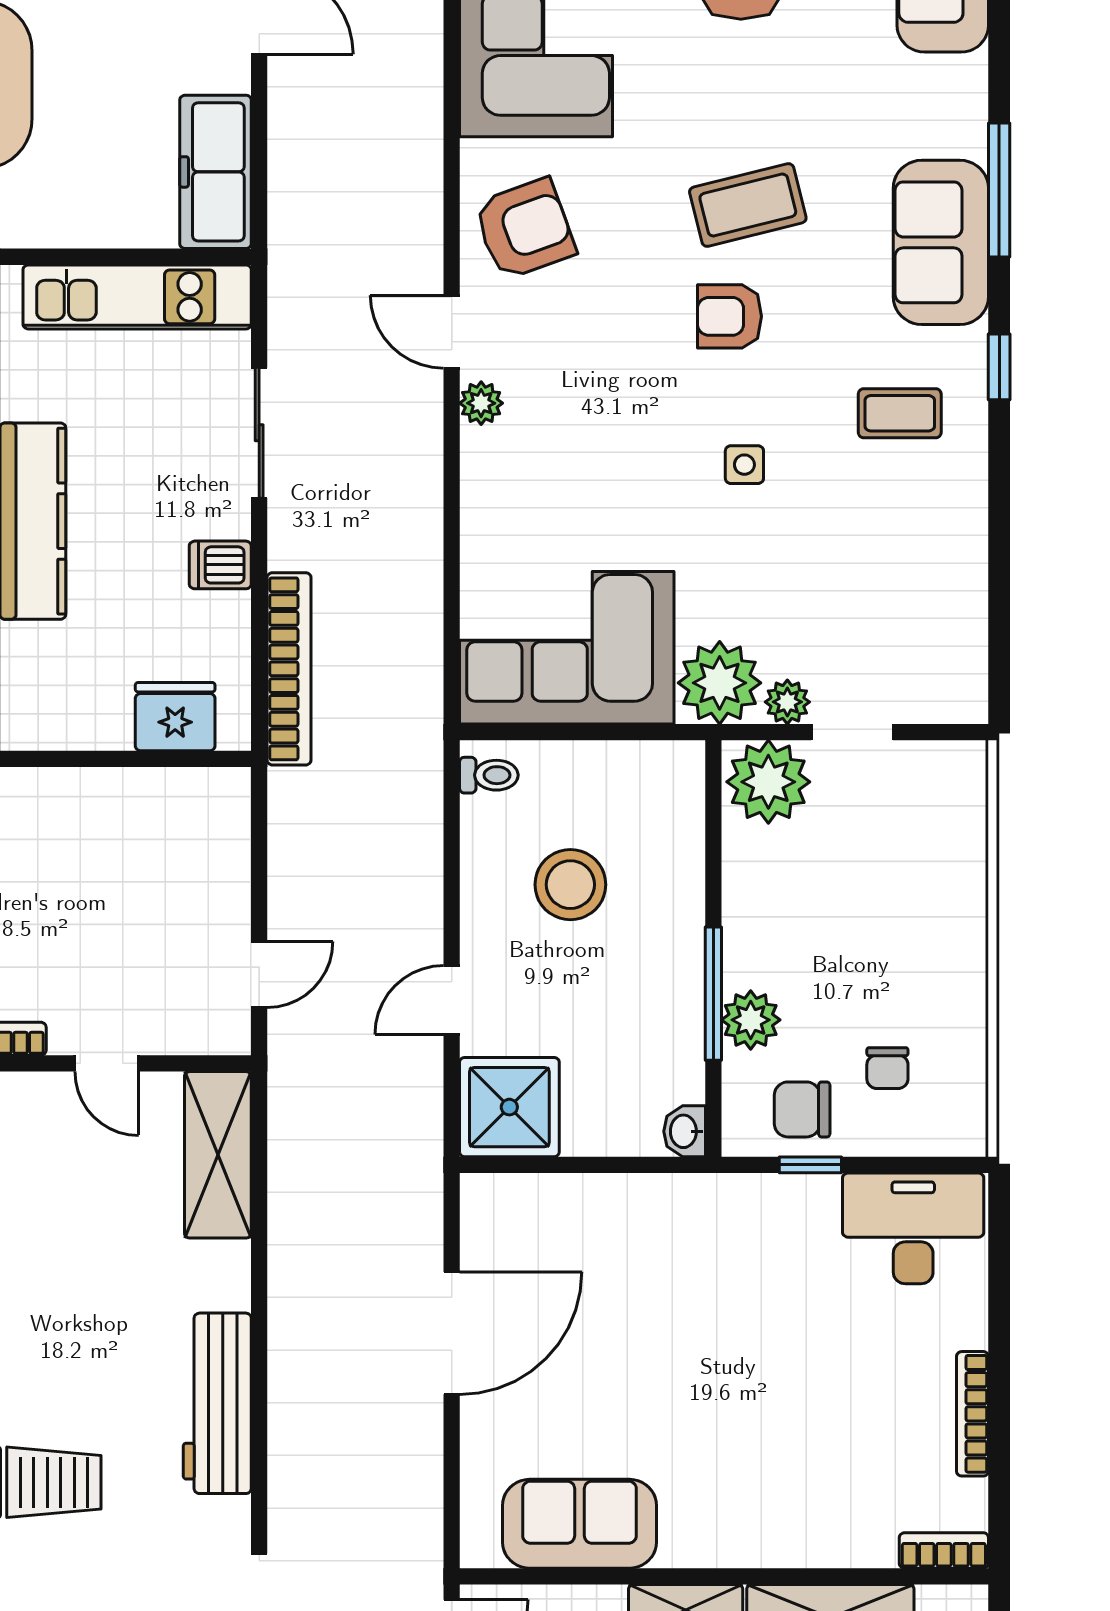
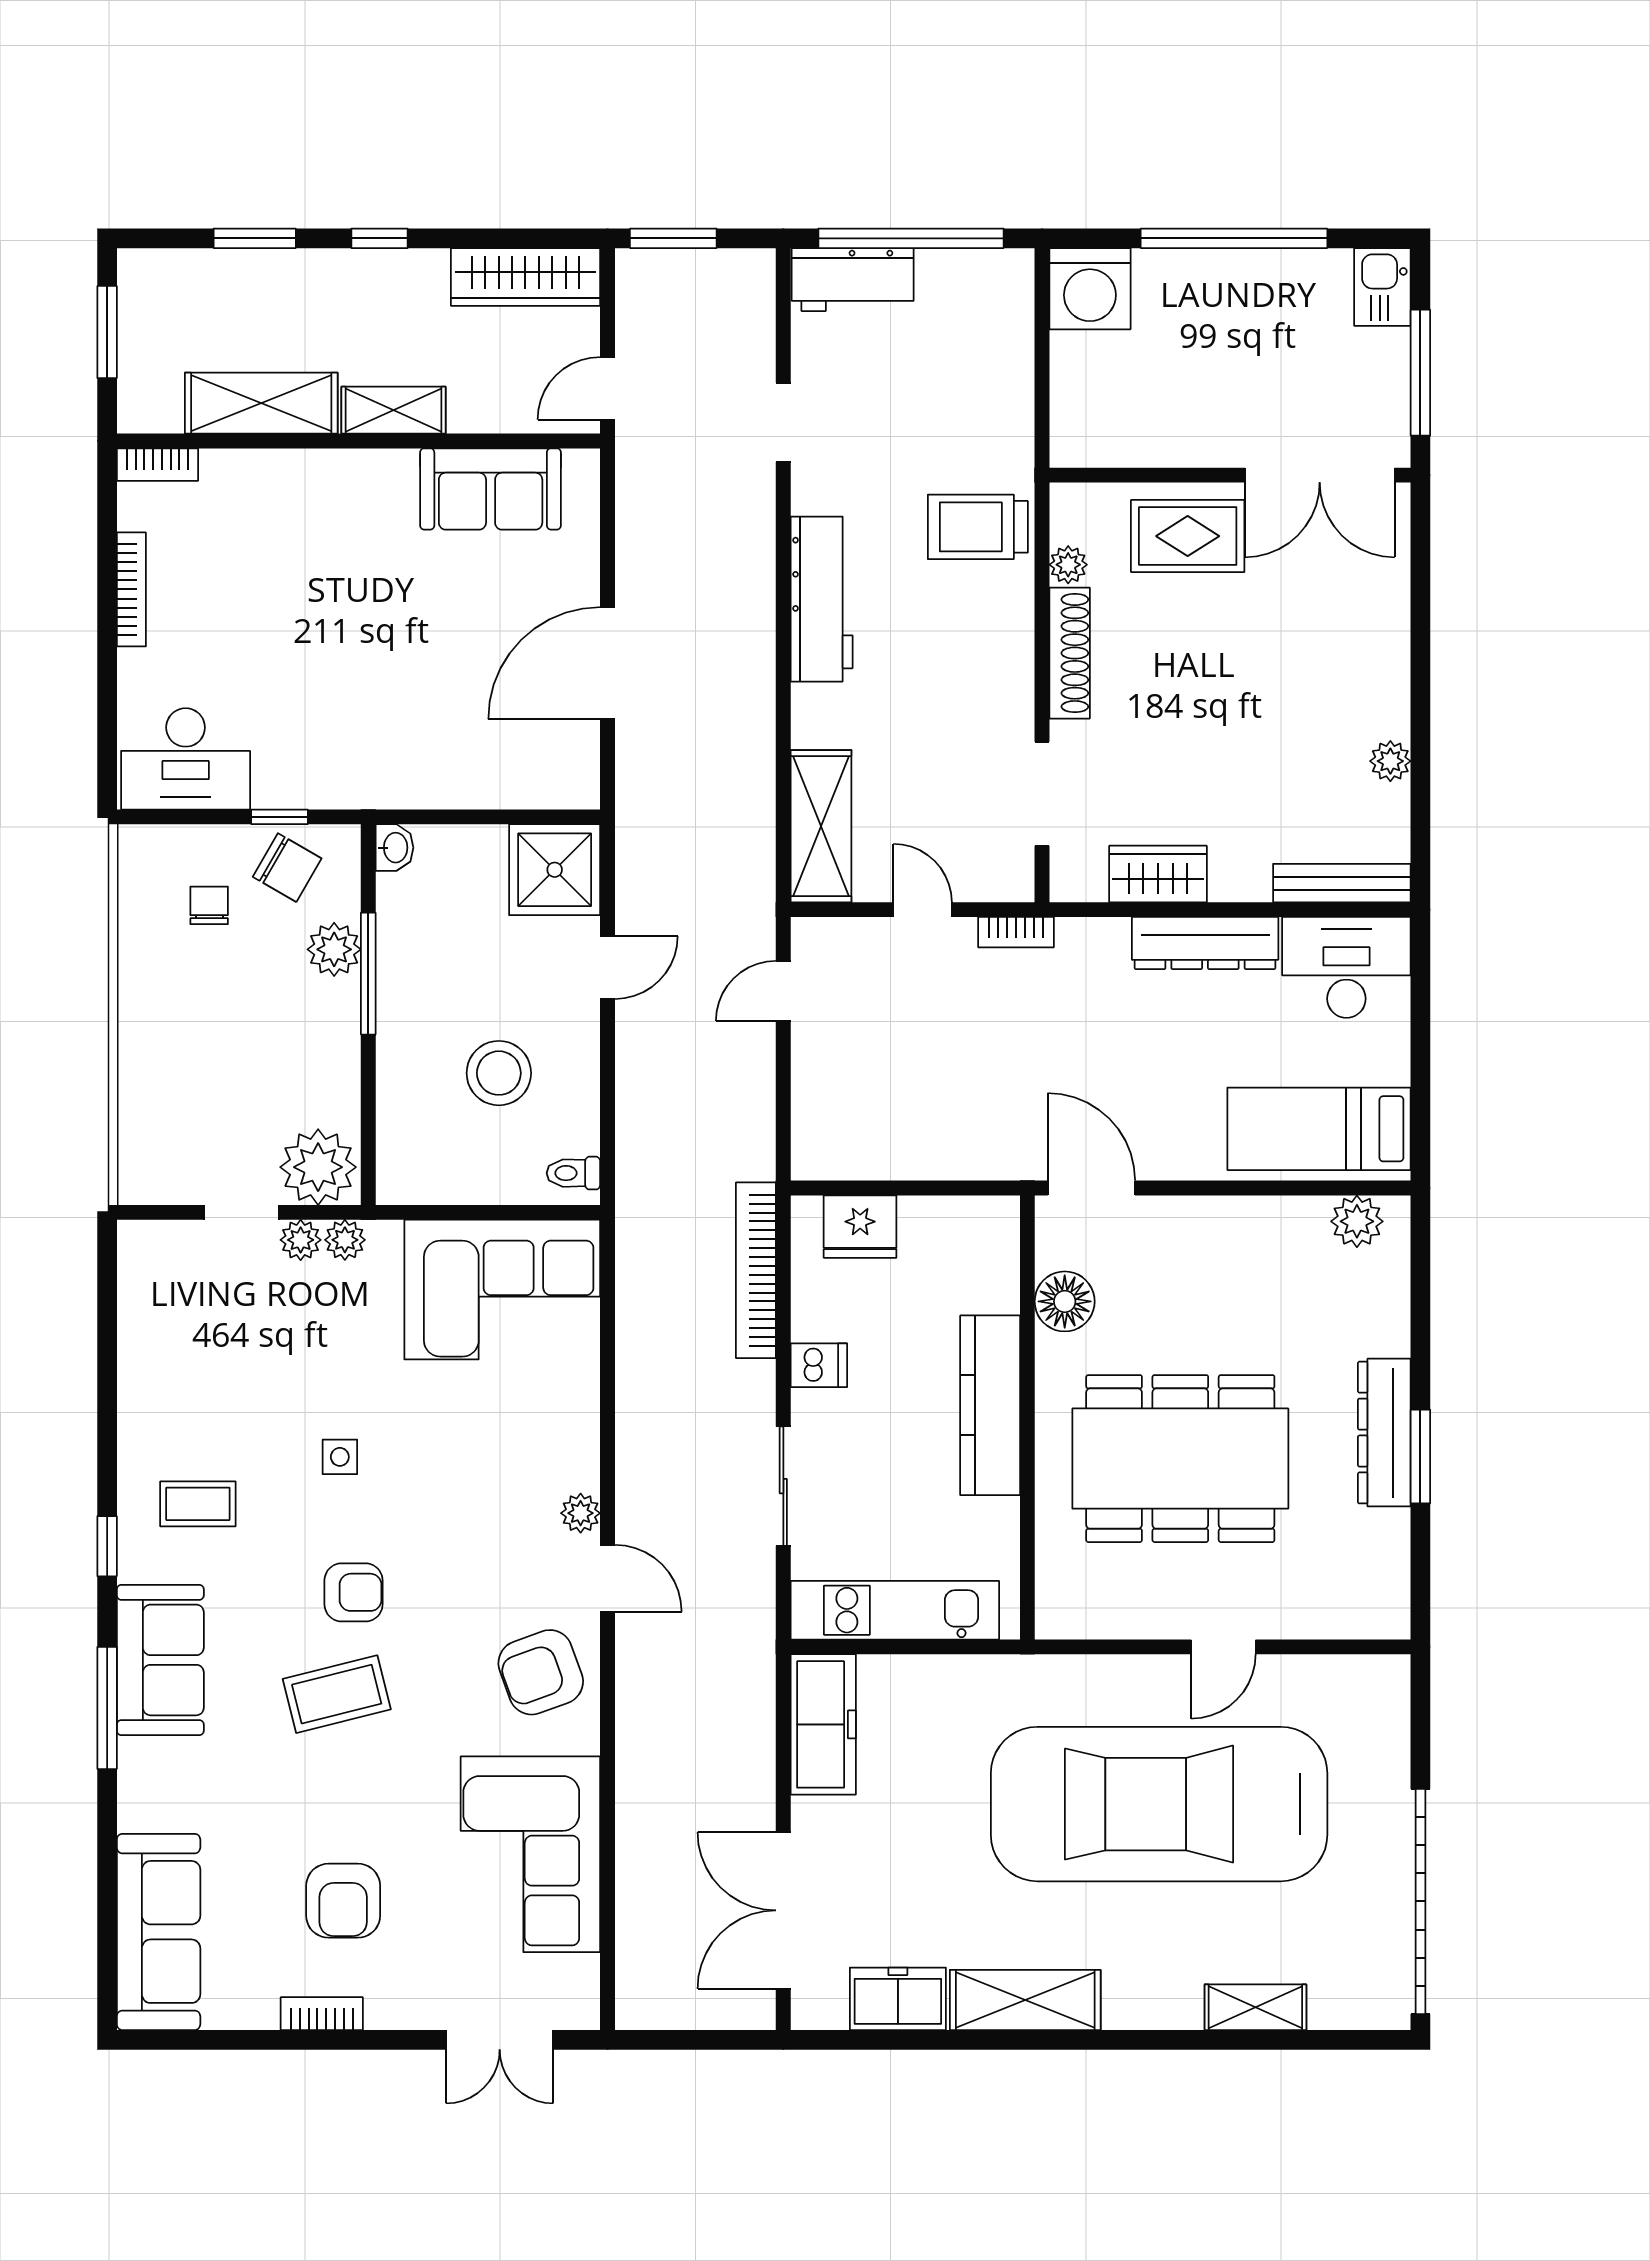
plant: (720, 683) -> (345, 1240), width x0.53, depth x0.53
chair: (802, 1109) -> (287, 868), turned 30

